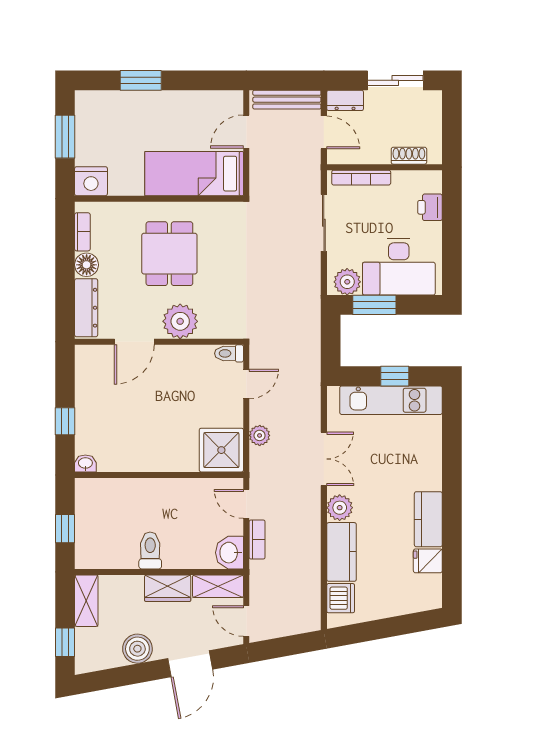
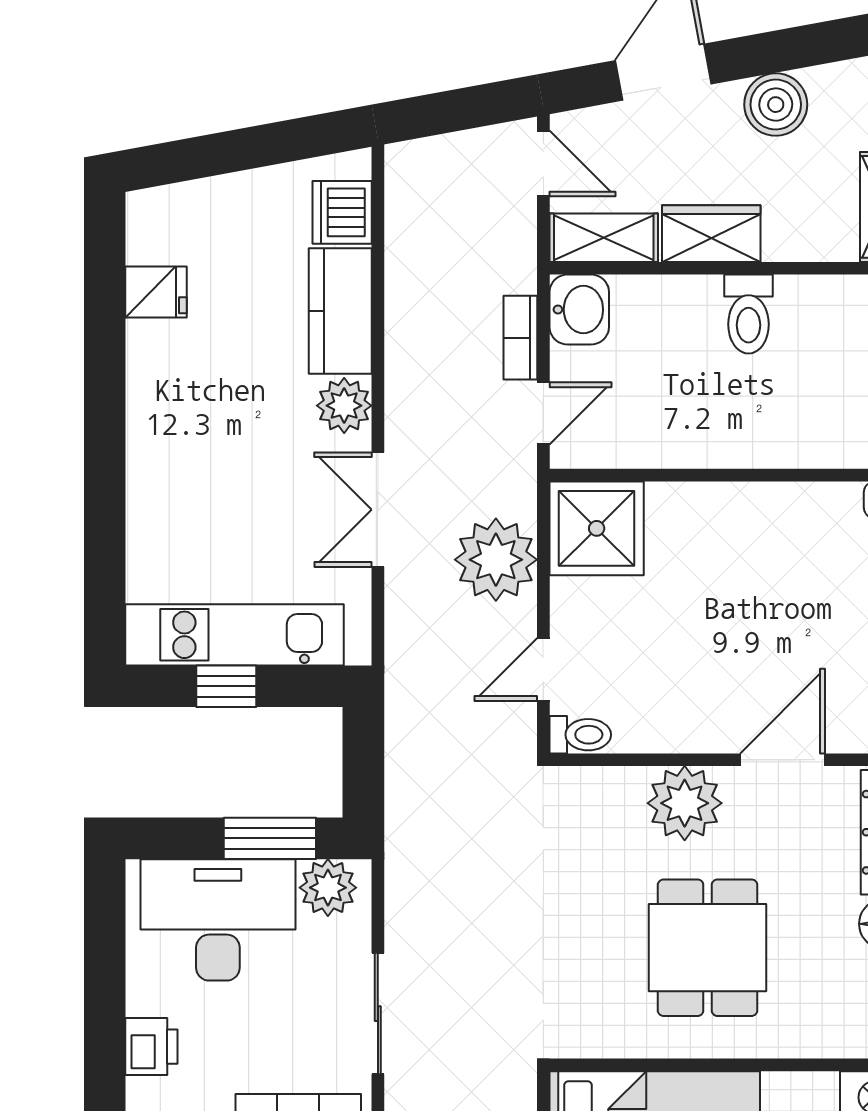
plant: (260, 435) -> (496, 560), width x1.87, depth x1.87
door: (246, 504) -> (543, 413), hinge flipped
kitchen counter: (428, 519) -> (155, 381), removed

